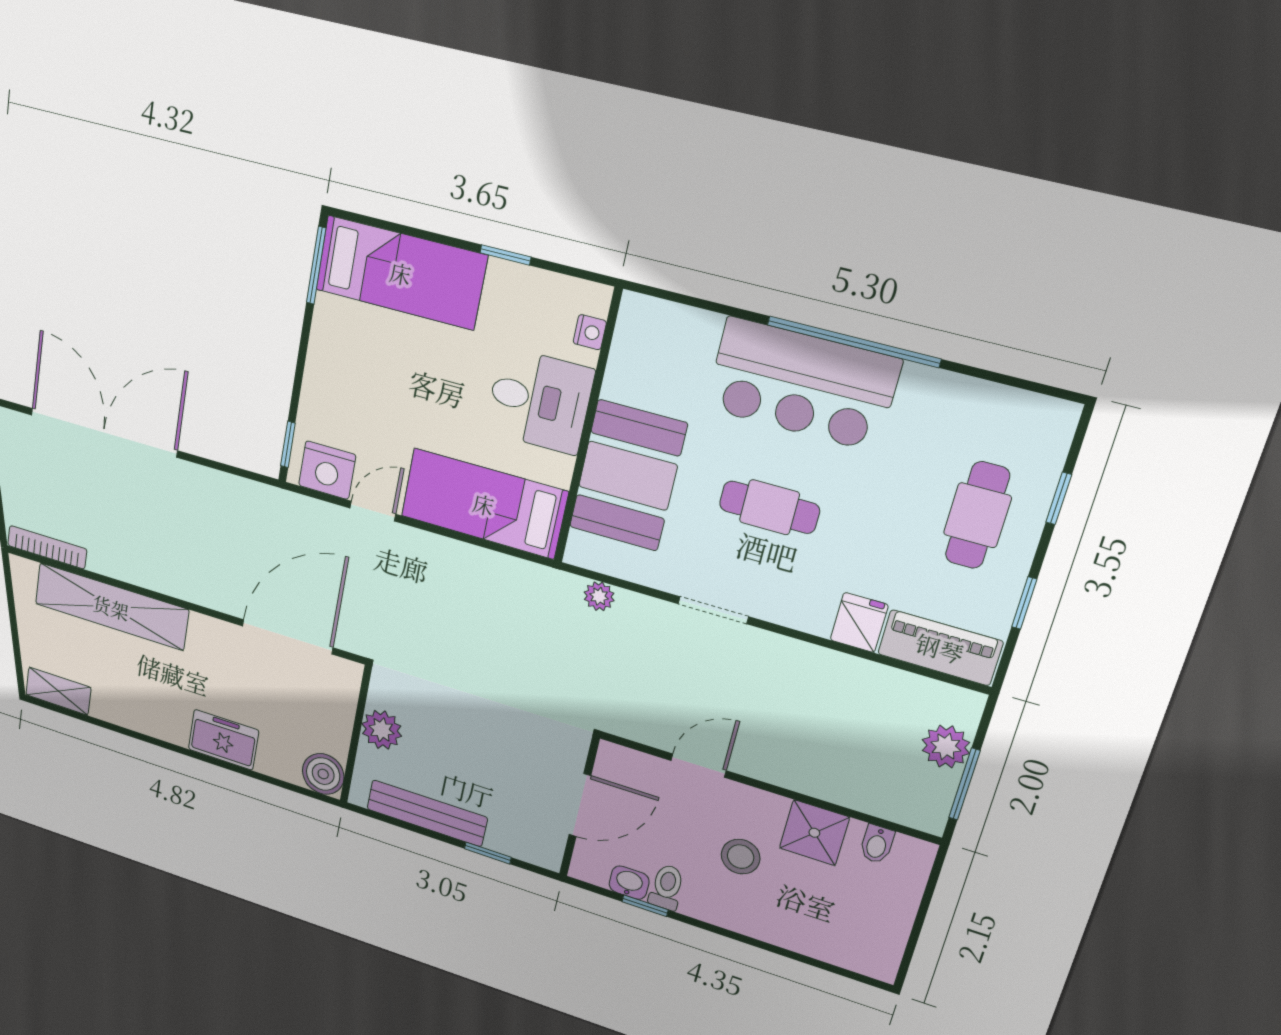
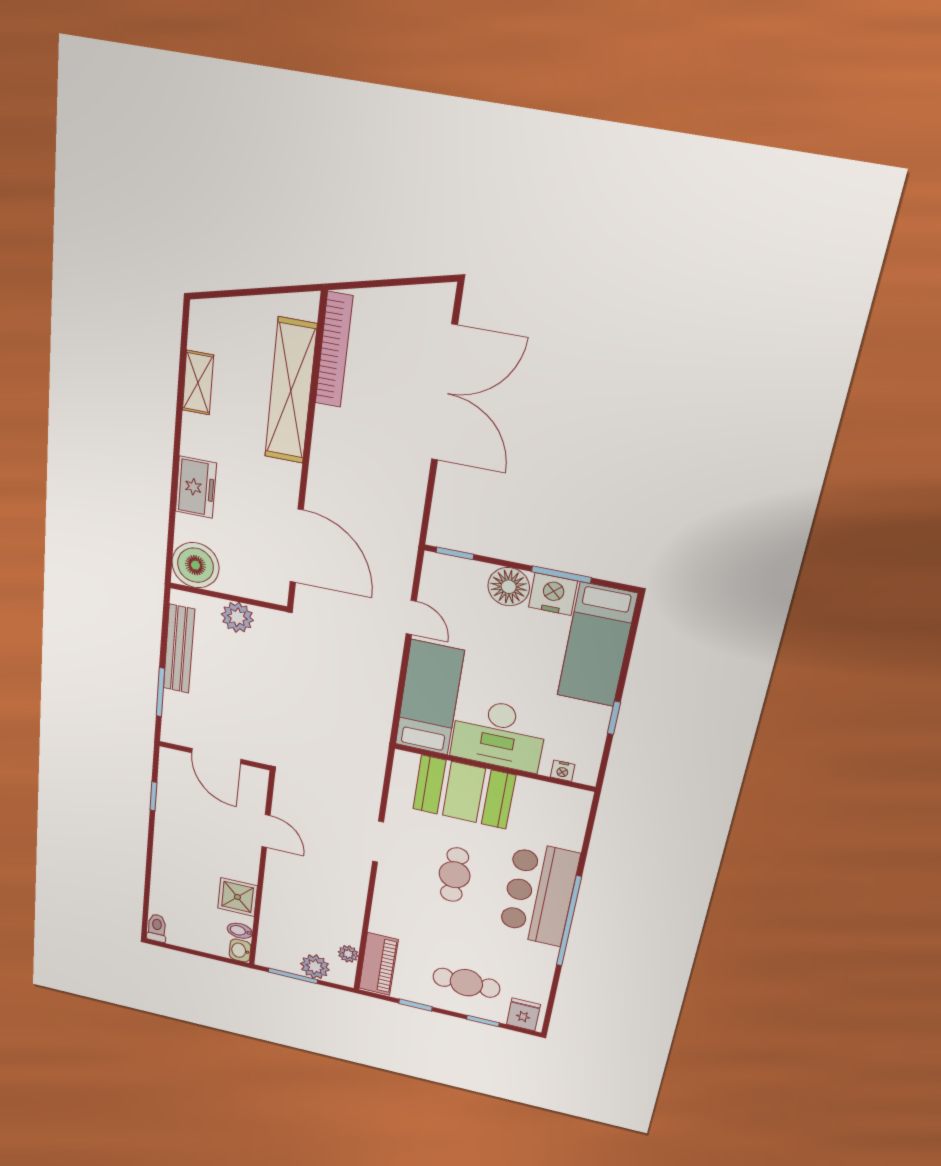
window: (316, 265) -> (561, 575), moved
floor lamp: (327, 382) -> (509, 587), added
desk: (539, 401) -> (499, 735), width x1.37
nightstand: (327, 470) -> (553, 594), moved, turned 90
bookcase: (47, 547) -> (334, 350), width x1.48, depth x1.31
plant: (599, 596) -> (348, 954), moved
fridge: (859, 622) -> (523, 1014), moved, turned -90
shelving: (58, 691) -> (198, 383), moved
boiler: (323, 774) -> (195, 565), width x1.37, depth x1.37
window: (488, 853) -> (160, 692), width x1.50
stool: (741, 857) -> (208, 855), removed
washbasin: (629, 883) -> (240, 951), moved, turned 180
toilet: (667, 887) -> (157, 928), moved, turned -90

